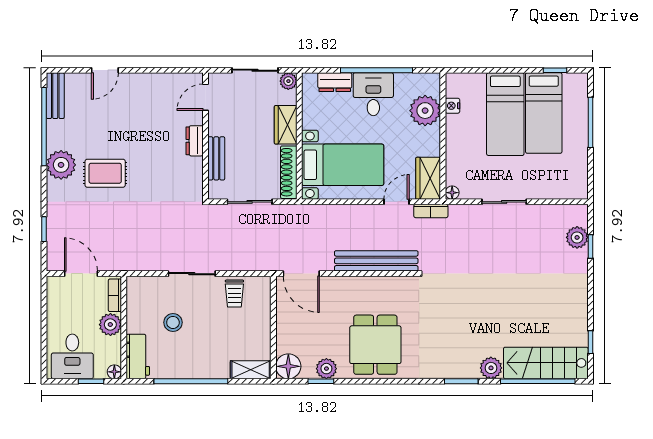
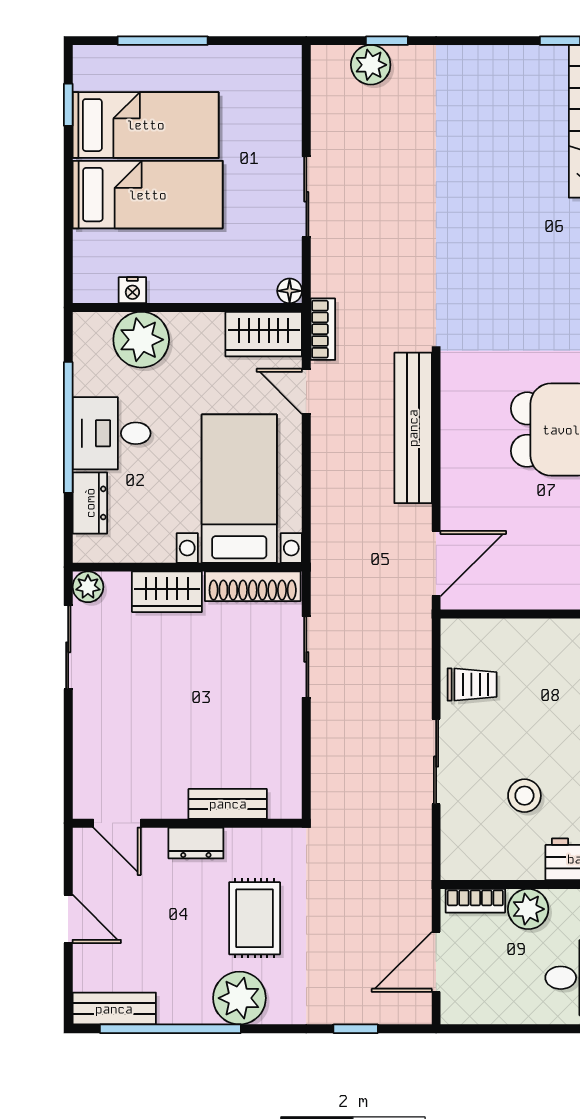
door: (206, 97) -> (117, 823), moved
wall: (206, 136) -> (187, 823), moved
dresser: (195, 141) -> (196, 843), moved
bench: (216, 158) -> (228, 804), moved

